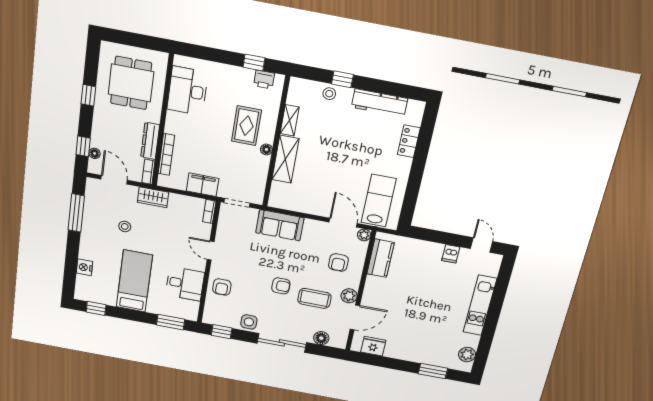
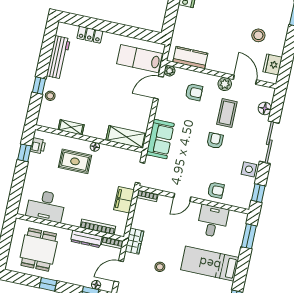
dining table: (131, 83) -> (39, 250), turned 90
shelving: (285, 159) -> (126, 137), moved
stool: (408, 331) -> (258, 35), added

